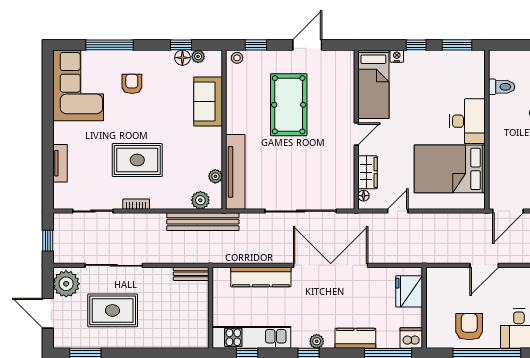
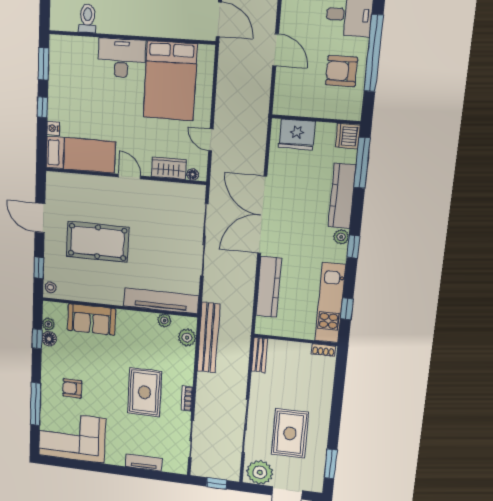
shoe rack: (203, 335) -> (323, 350), added
kitchen counter: (355, 338) -> (342, 196), width x1.50

